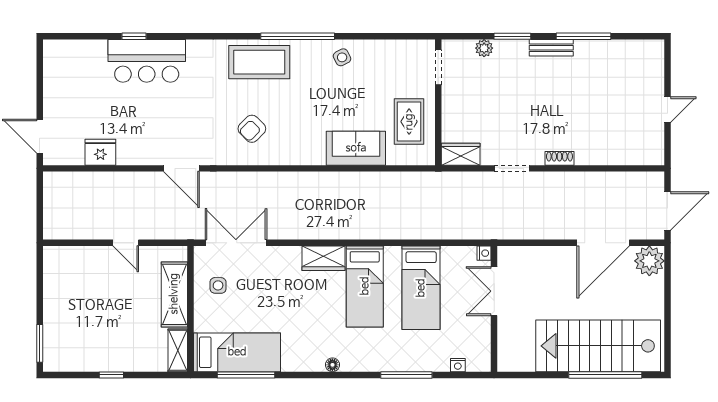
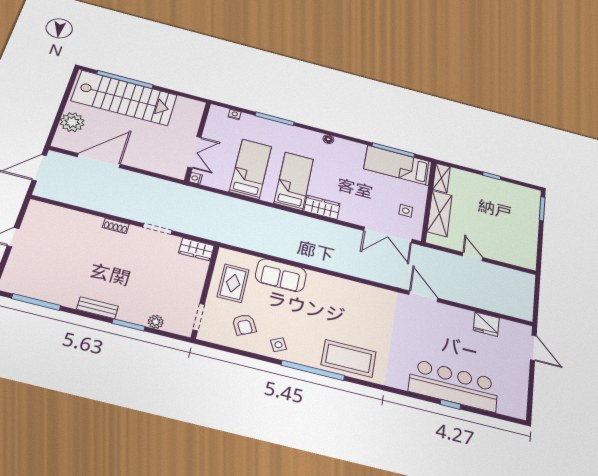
window: (583, 36) -> (36, 302), moved
bar counter: (147, 61) -> (454, 385), width x1.36
armchair: (252, 129) -> (244, 325), moved, turned 108
plant: (649, 261) -> (72, 122), moved

